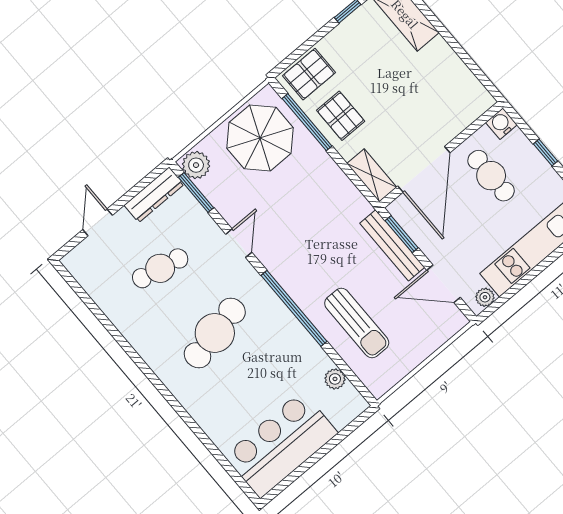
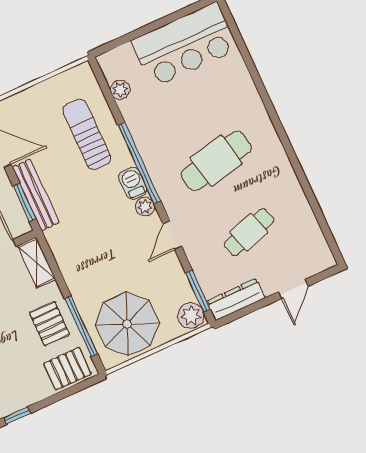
plant: (275, 265) -> (145, 207), added
cafe table: (160, 268) -> (249, 232), turned -30
barbecue: (295, 286) -> (133, 183), added

